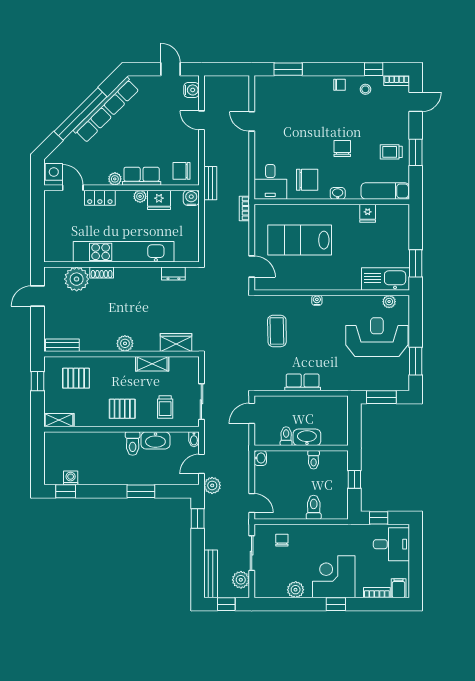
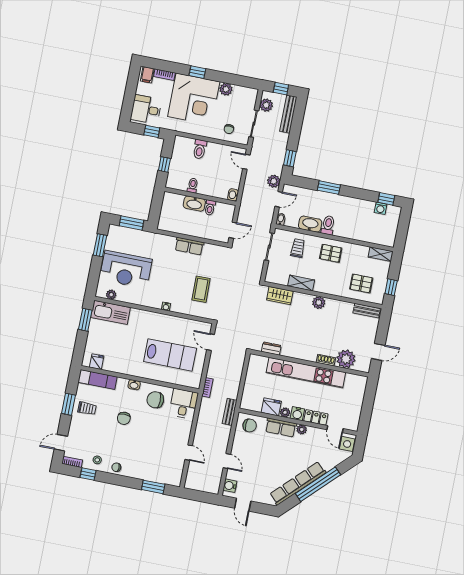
water cooler: (191, 198) -> (297, 414), moved
fridge: (368, 213) -> (97, 362), moved
corner desk: (334, 577) -> (194, 99), width x1.36, depth x1.36

